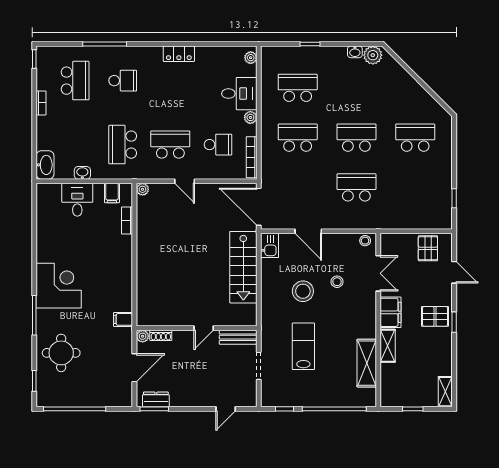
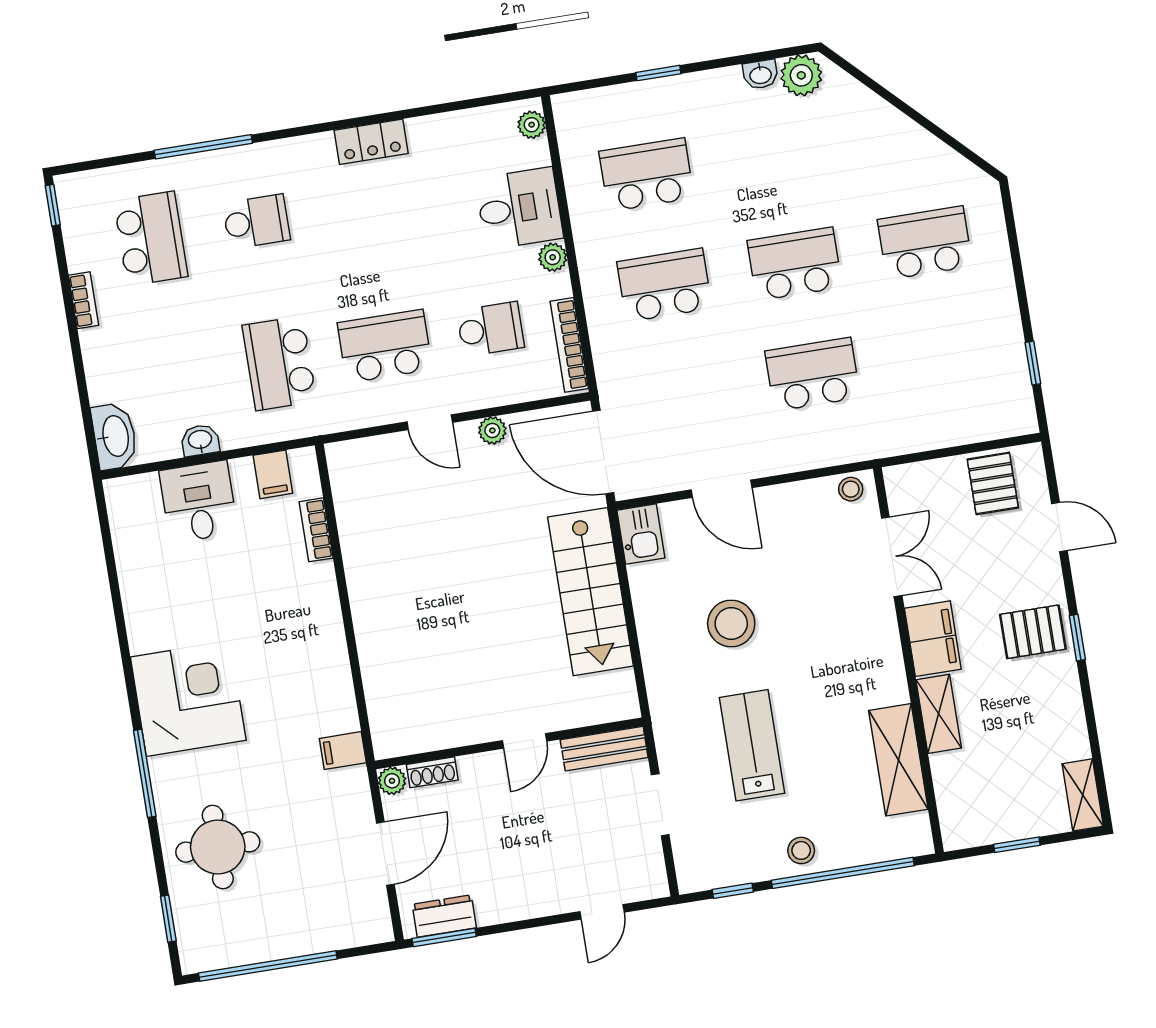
plant: (143, 189) -> (492, 430), moved
stool: (337, 282) -> (801, 850), moved

